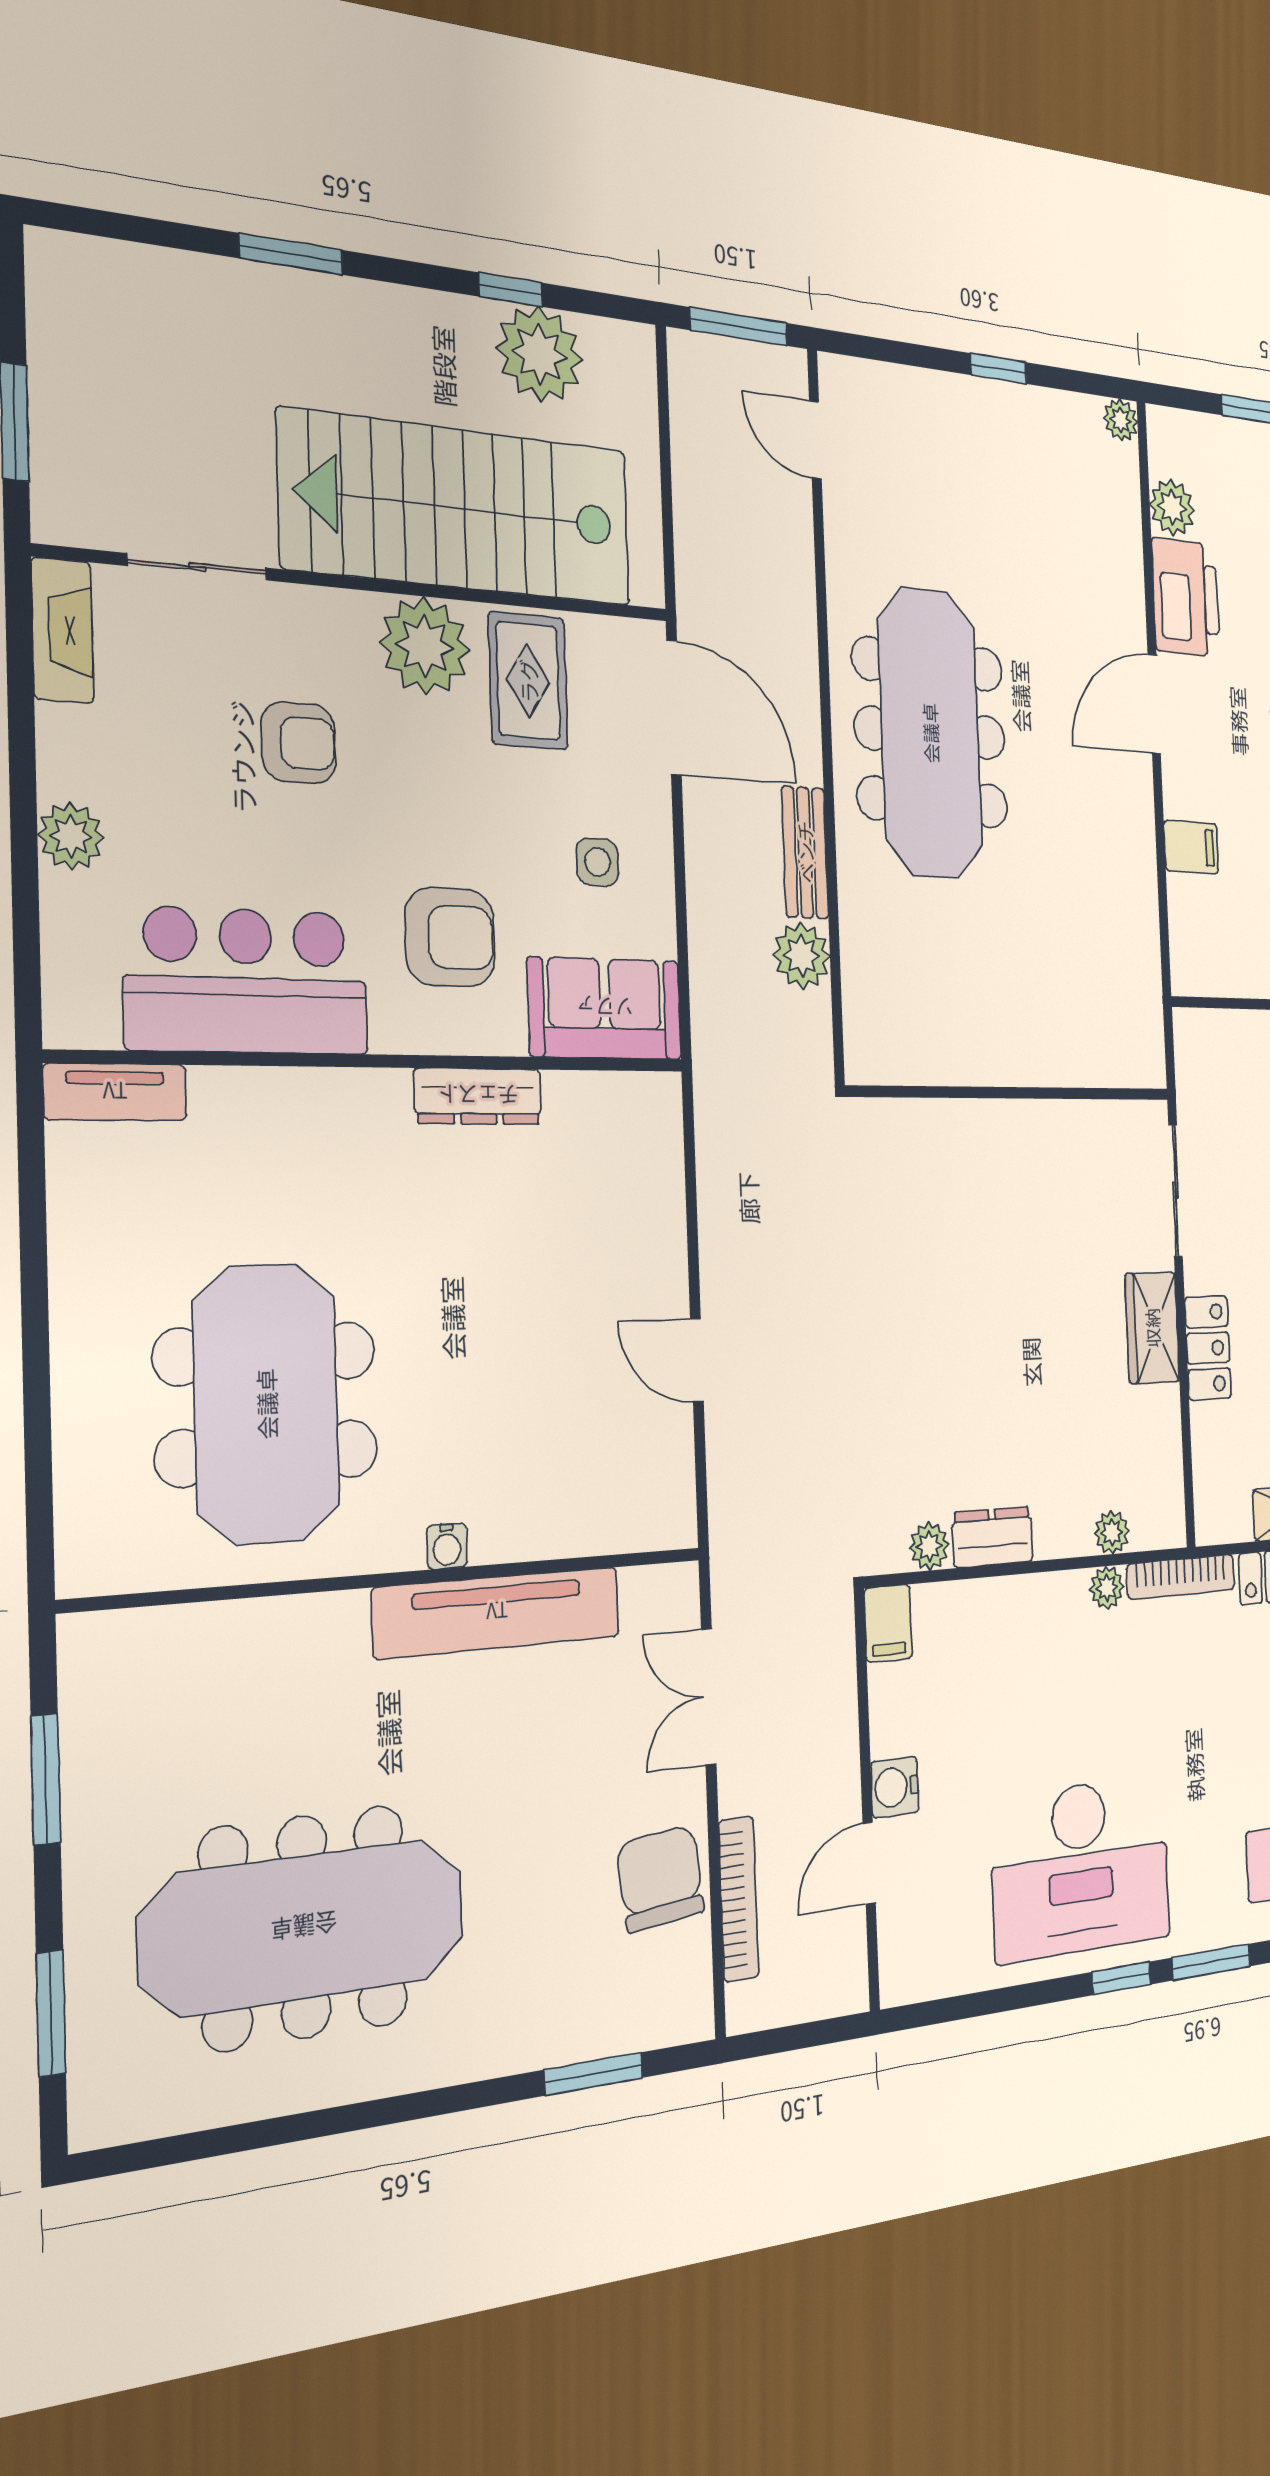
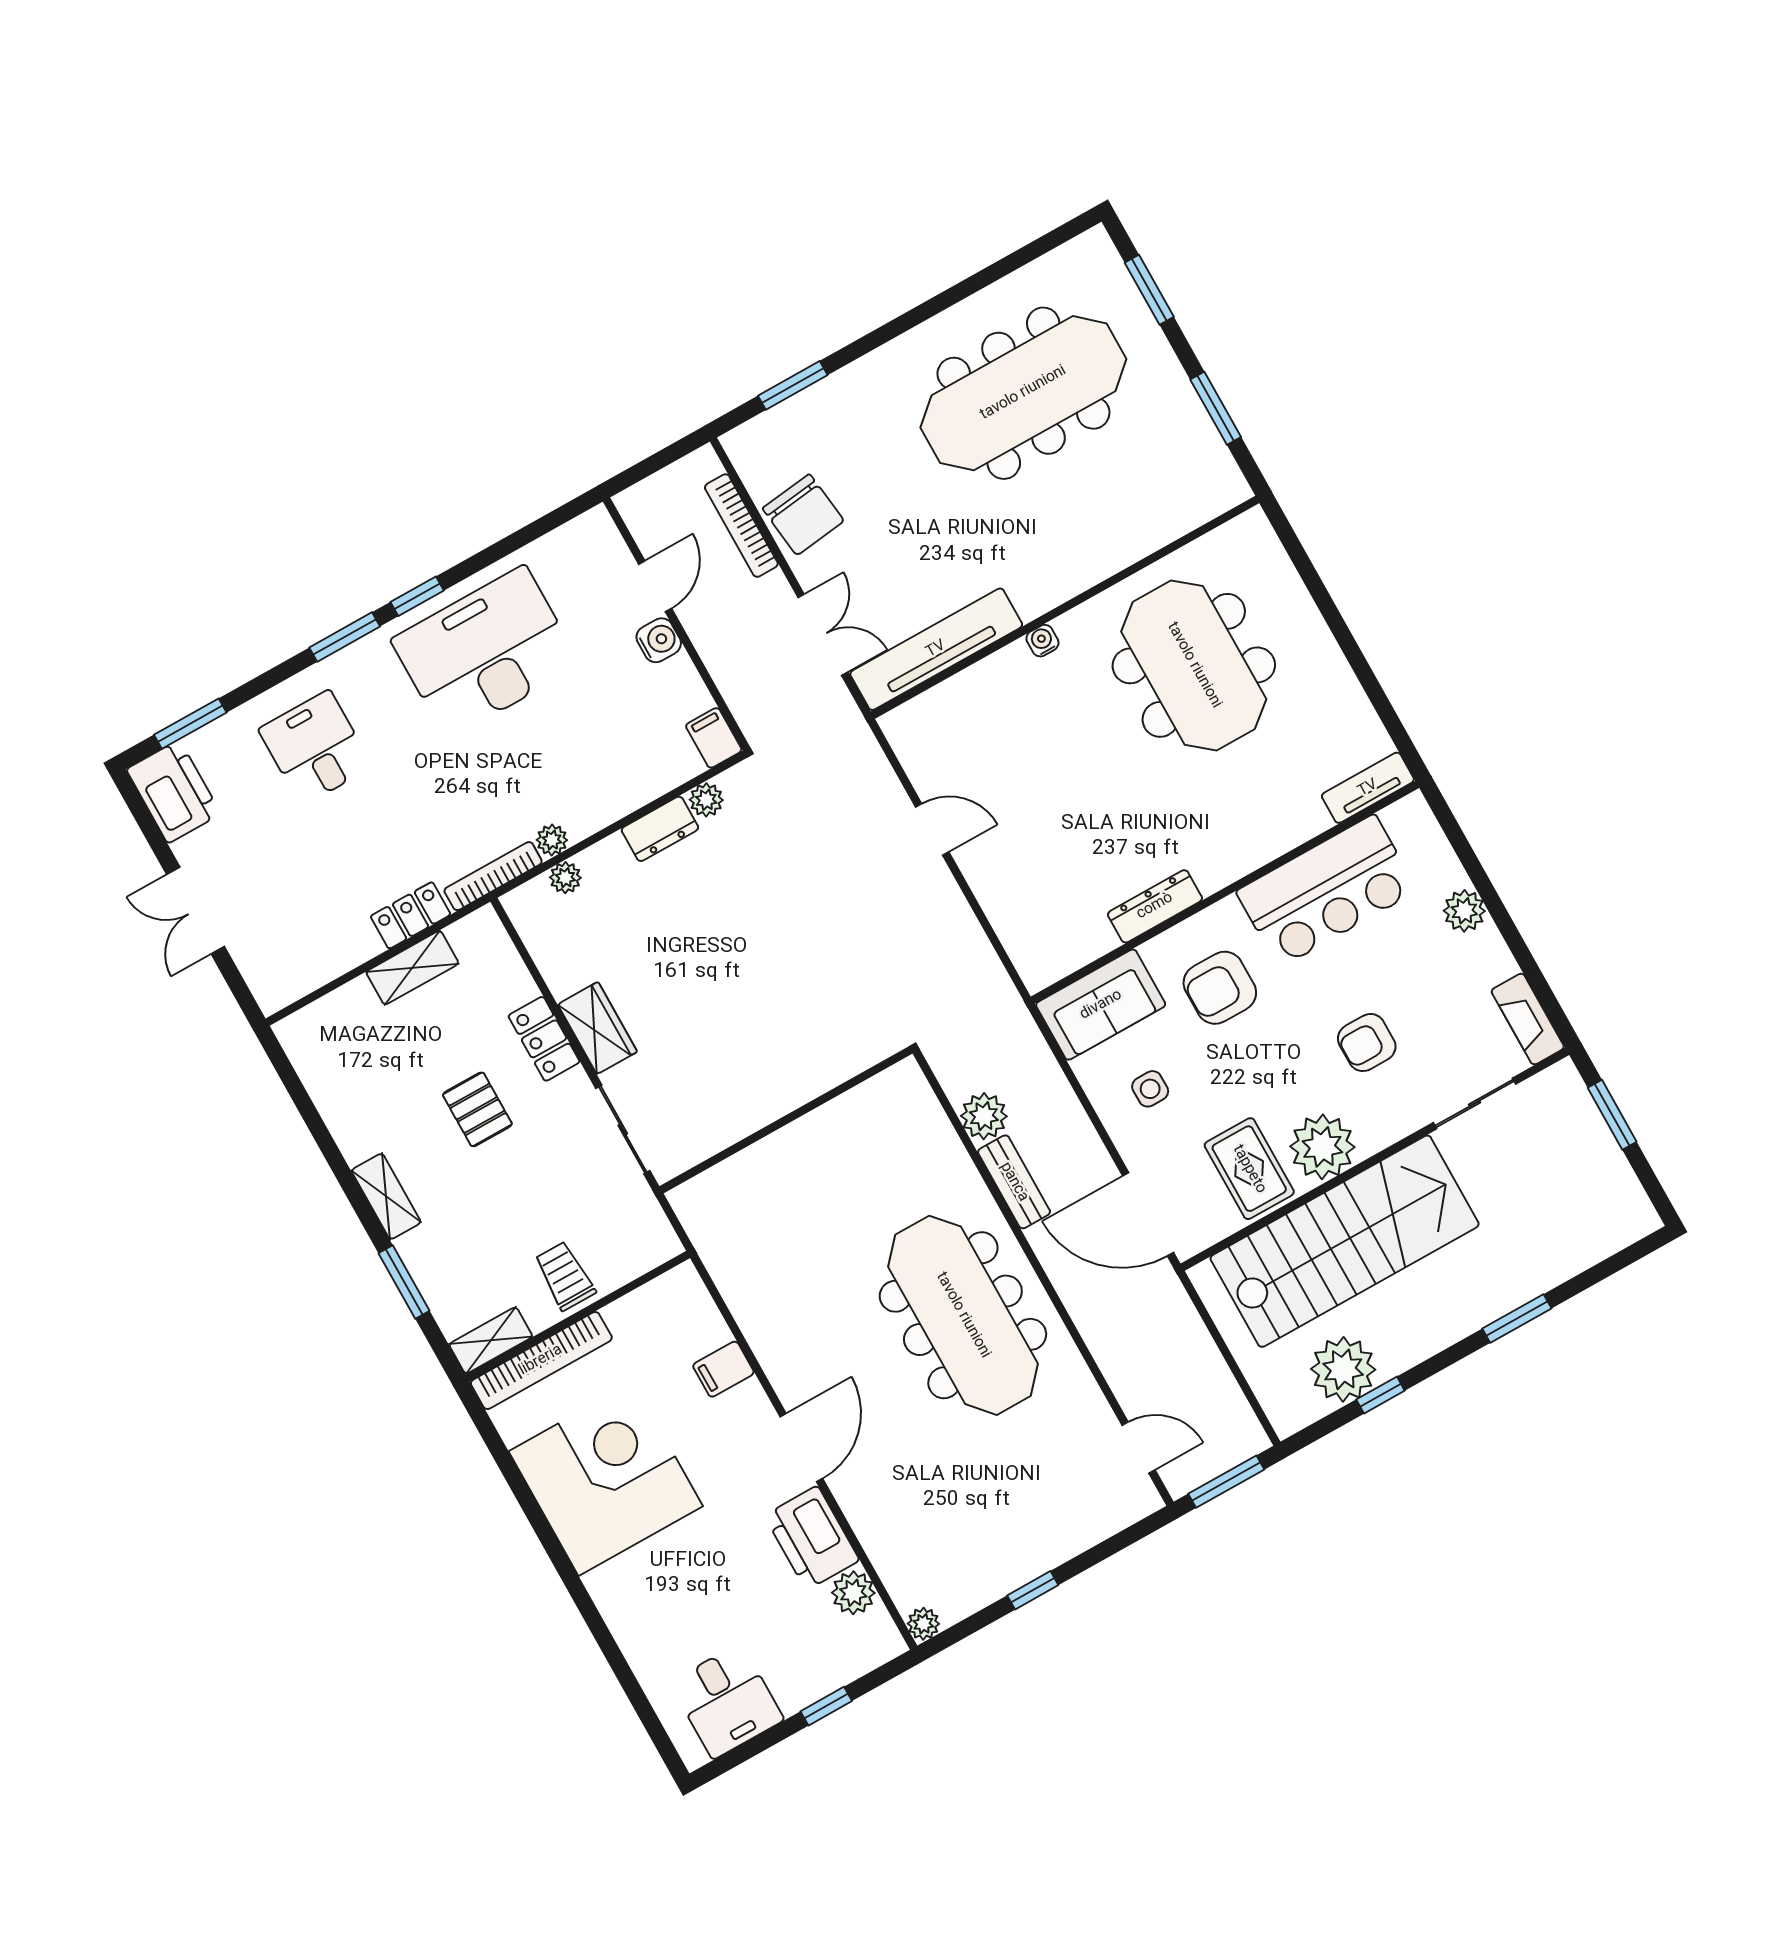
tv unit: (497, 1612) -> (936, 649), moved

